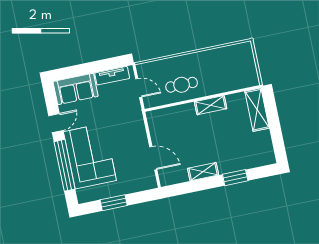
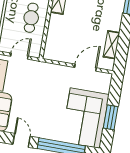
corner sofa: (90, 156) -> (85, 118), moved, turned -90
shelving: (203, 172) -> (112, 45), moved

